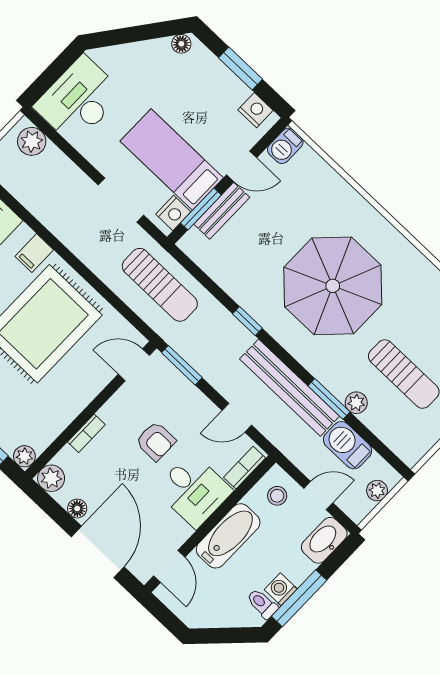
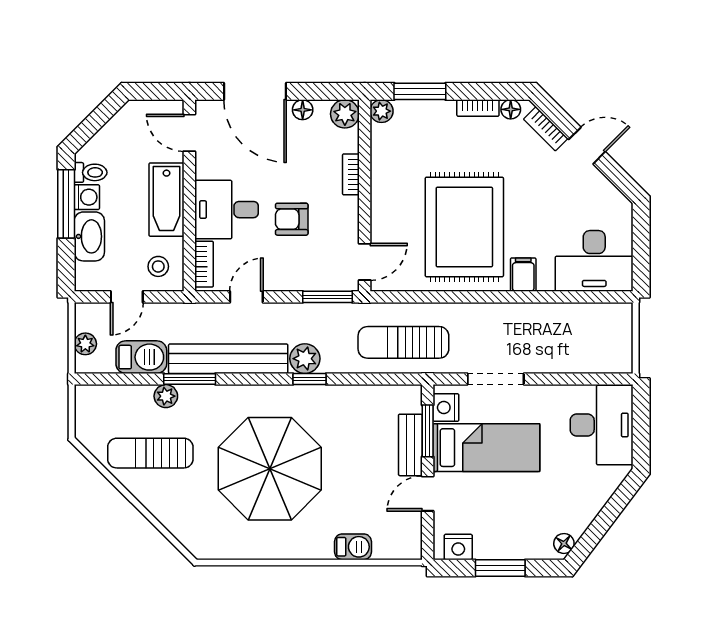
plant: (32, 141) -> (305, 359), moved
barbecue: (285, 146) -> (353, 547), moved, turned 90
washbasin: (324, 540) -> (89, 236), moved

